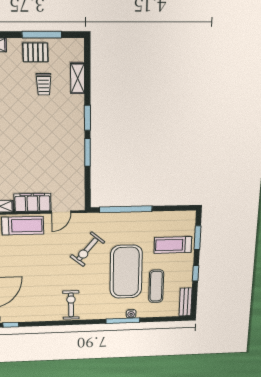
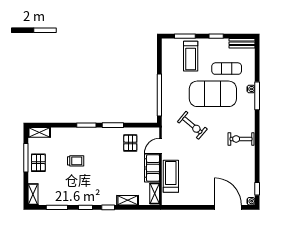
shelving: (78, 78) -> (39, 132), moved
trolley: (44, 84) -> (76, 161), moved
pallet: (64, 175) -> (130, 143), added
door: (61, 212) -> (160, 146), swing flipped

